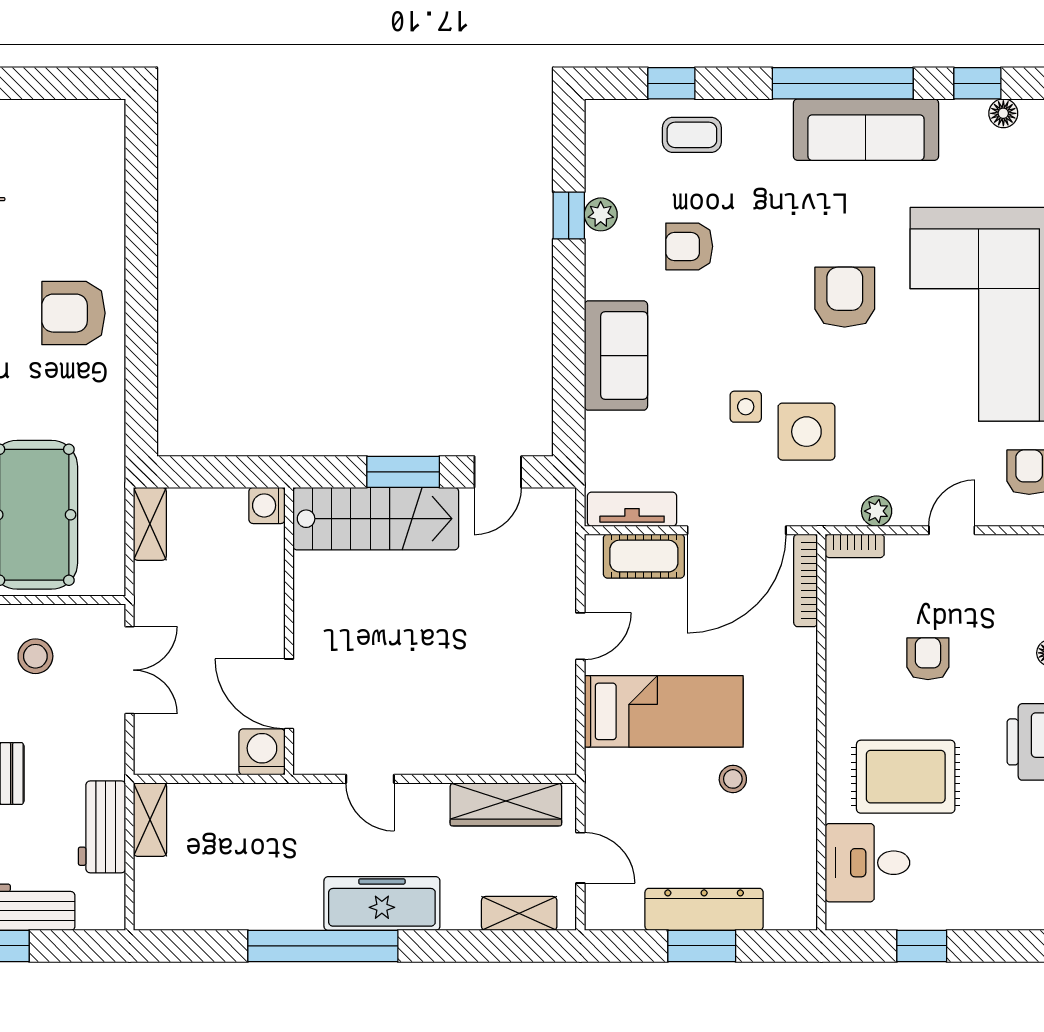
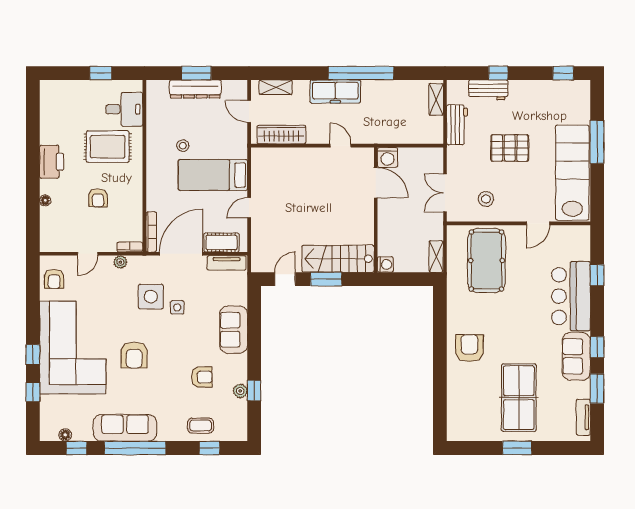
armchair: (73, 313) -> (469, 348), turned -90
shelving: (150, 820) -> (436, 99), moved

